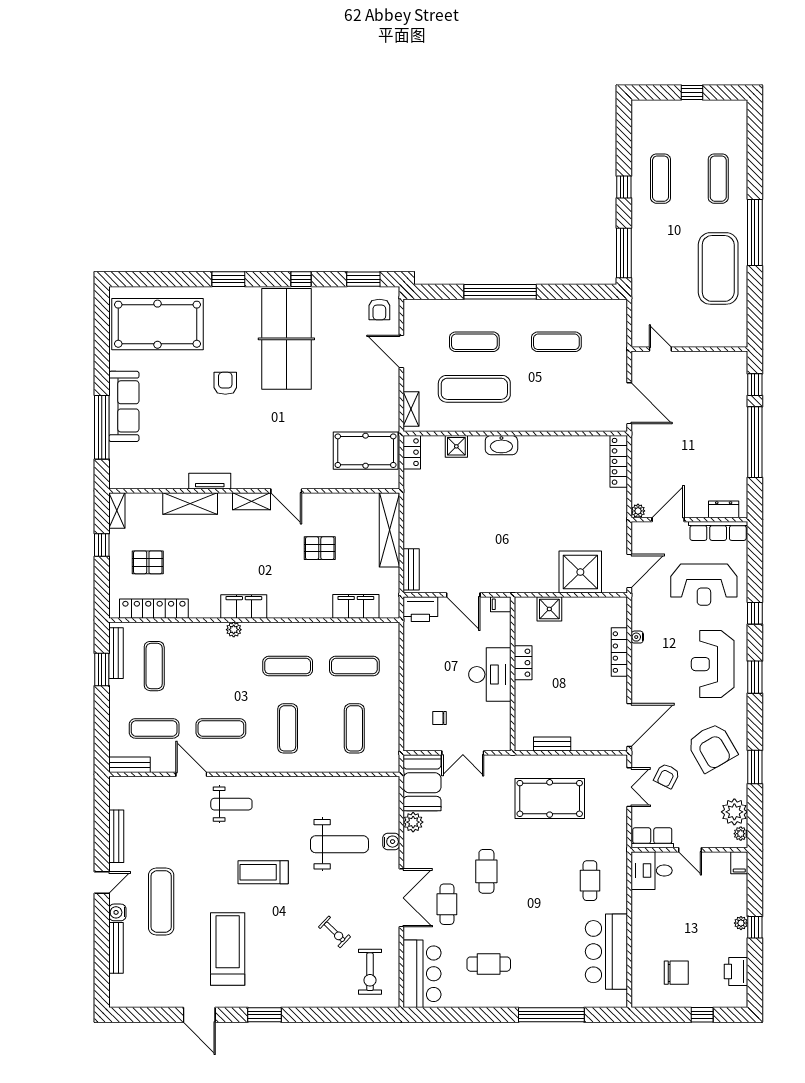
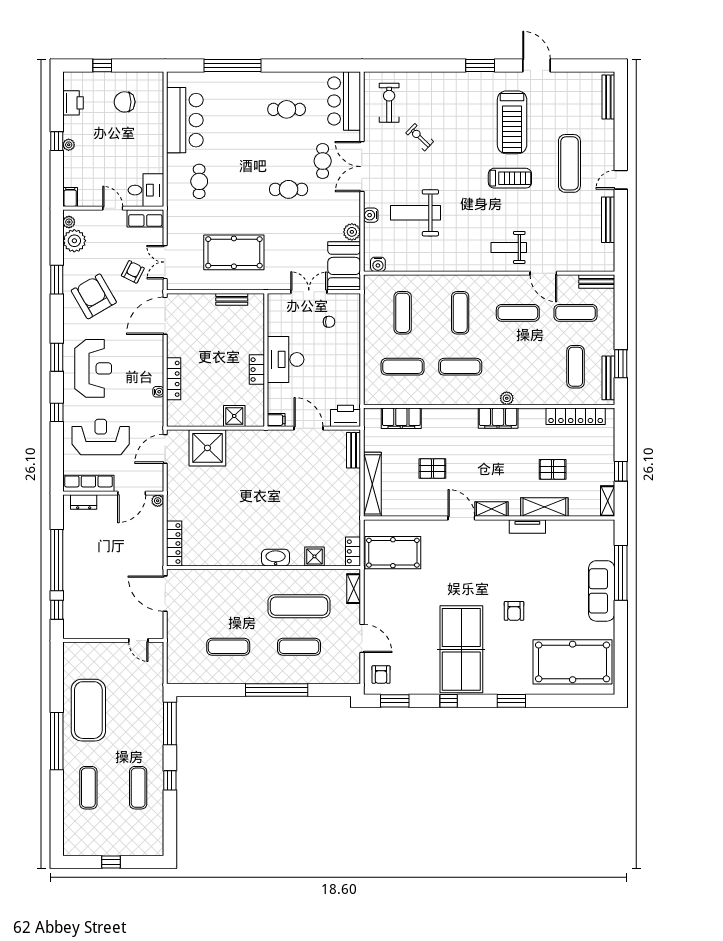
armchair: (379, 310) -> (381, 675), turned 180
pallet: (148, 562) -> (553, 469), moved
cafe table: (486, 871) -> (289, 189), turned 90
treadmill: (263, 872) -> (510, 178), moved
water cooler: (117, 912) -> (378, 264), moved, turned 90
bench: (116, 948) -> (608, 97), moved

